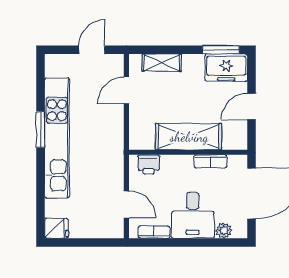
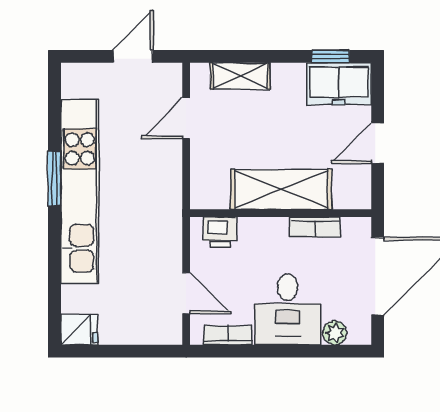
window: (221, 50) -> (331, 56), width x0.67

